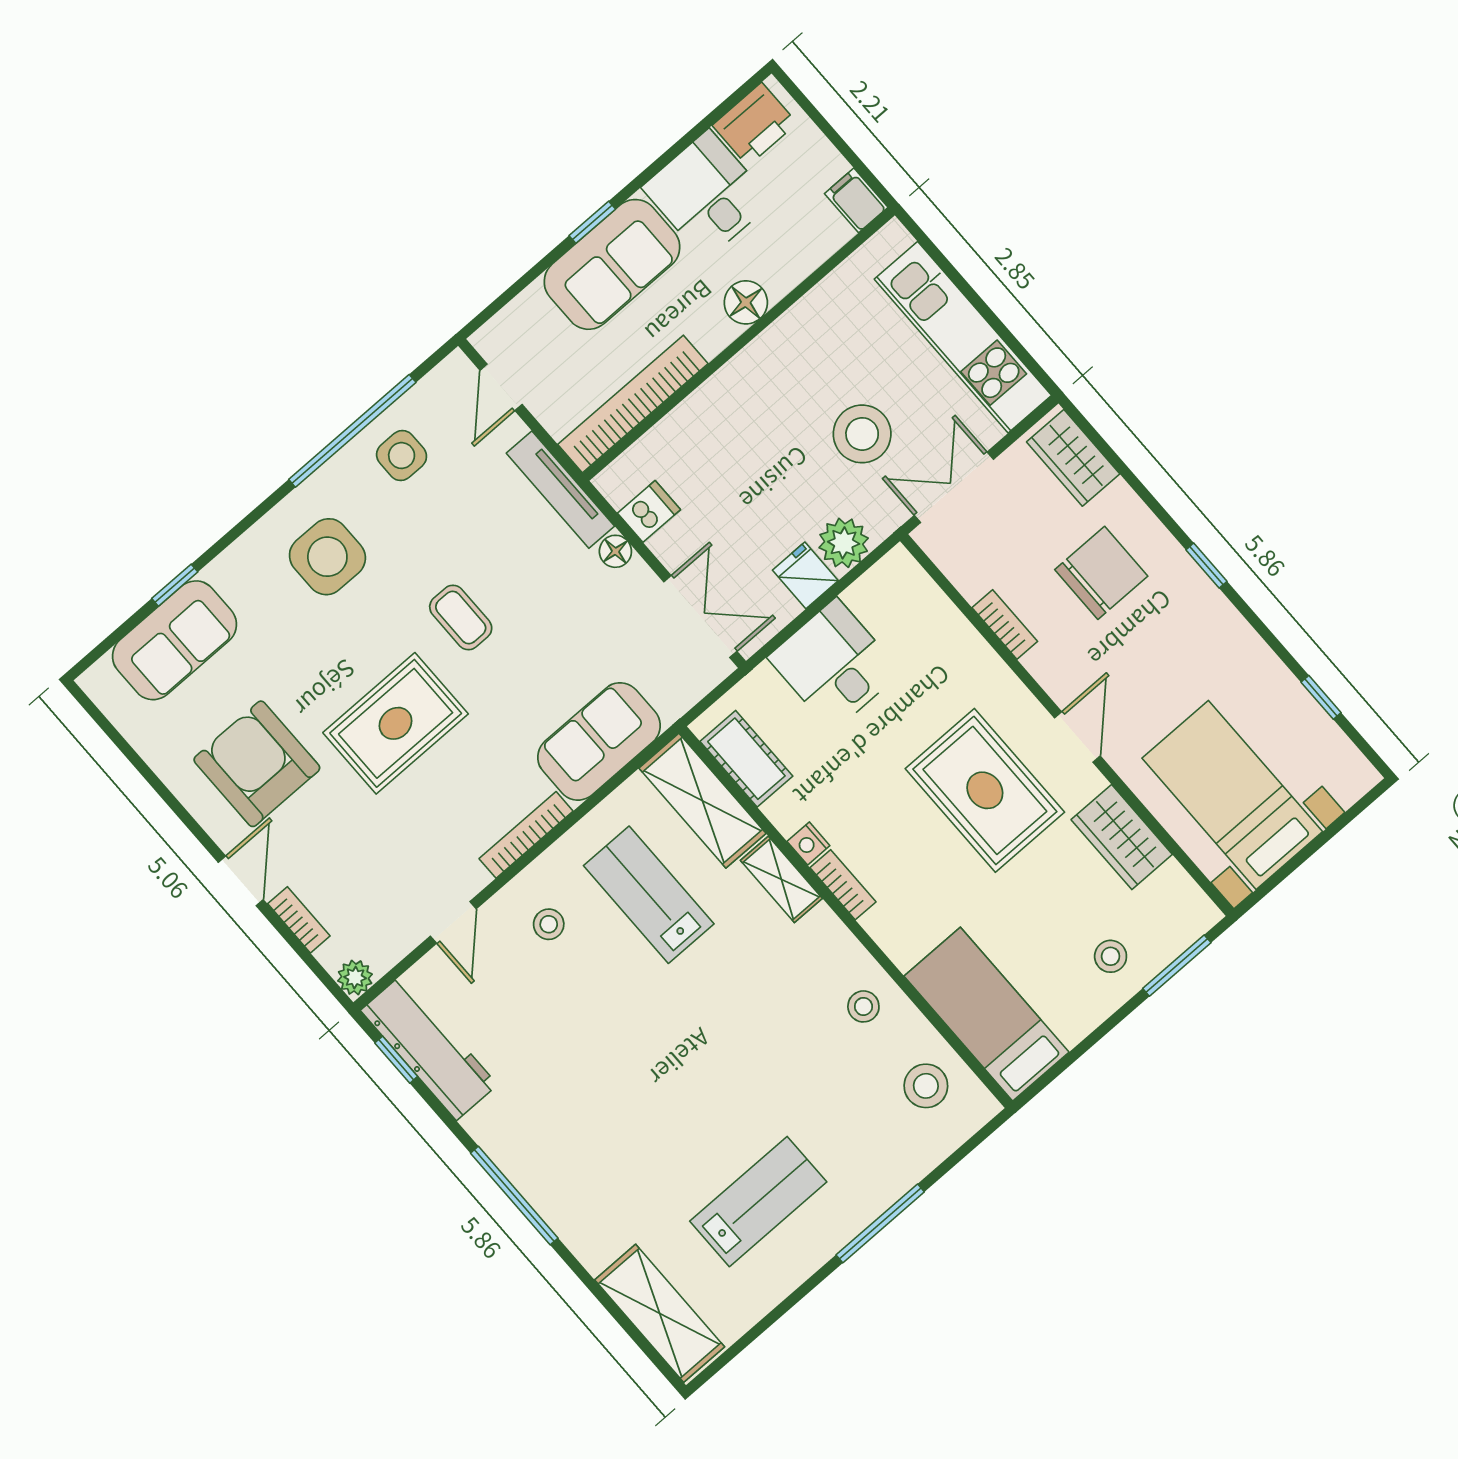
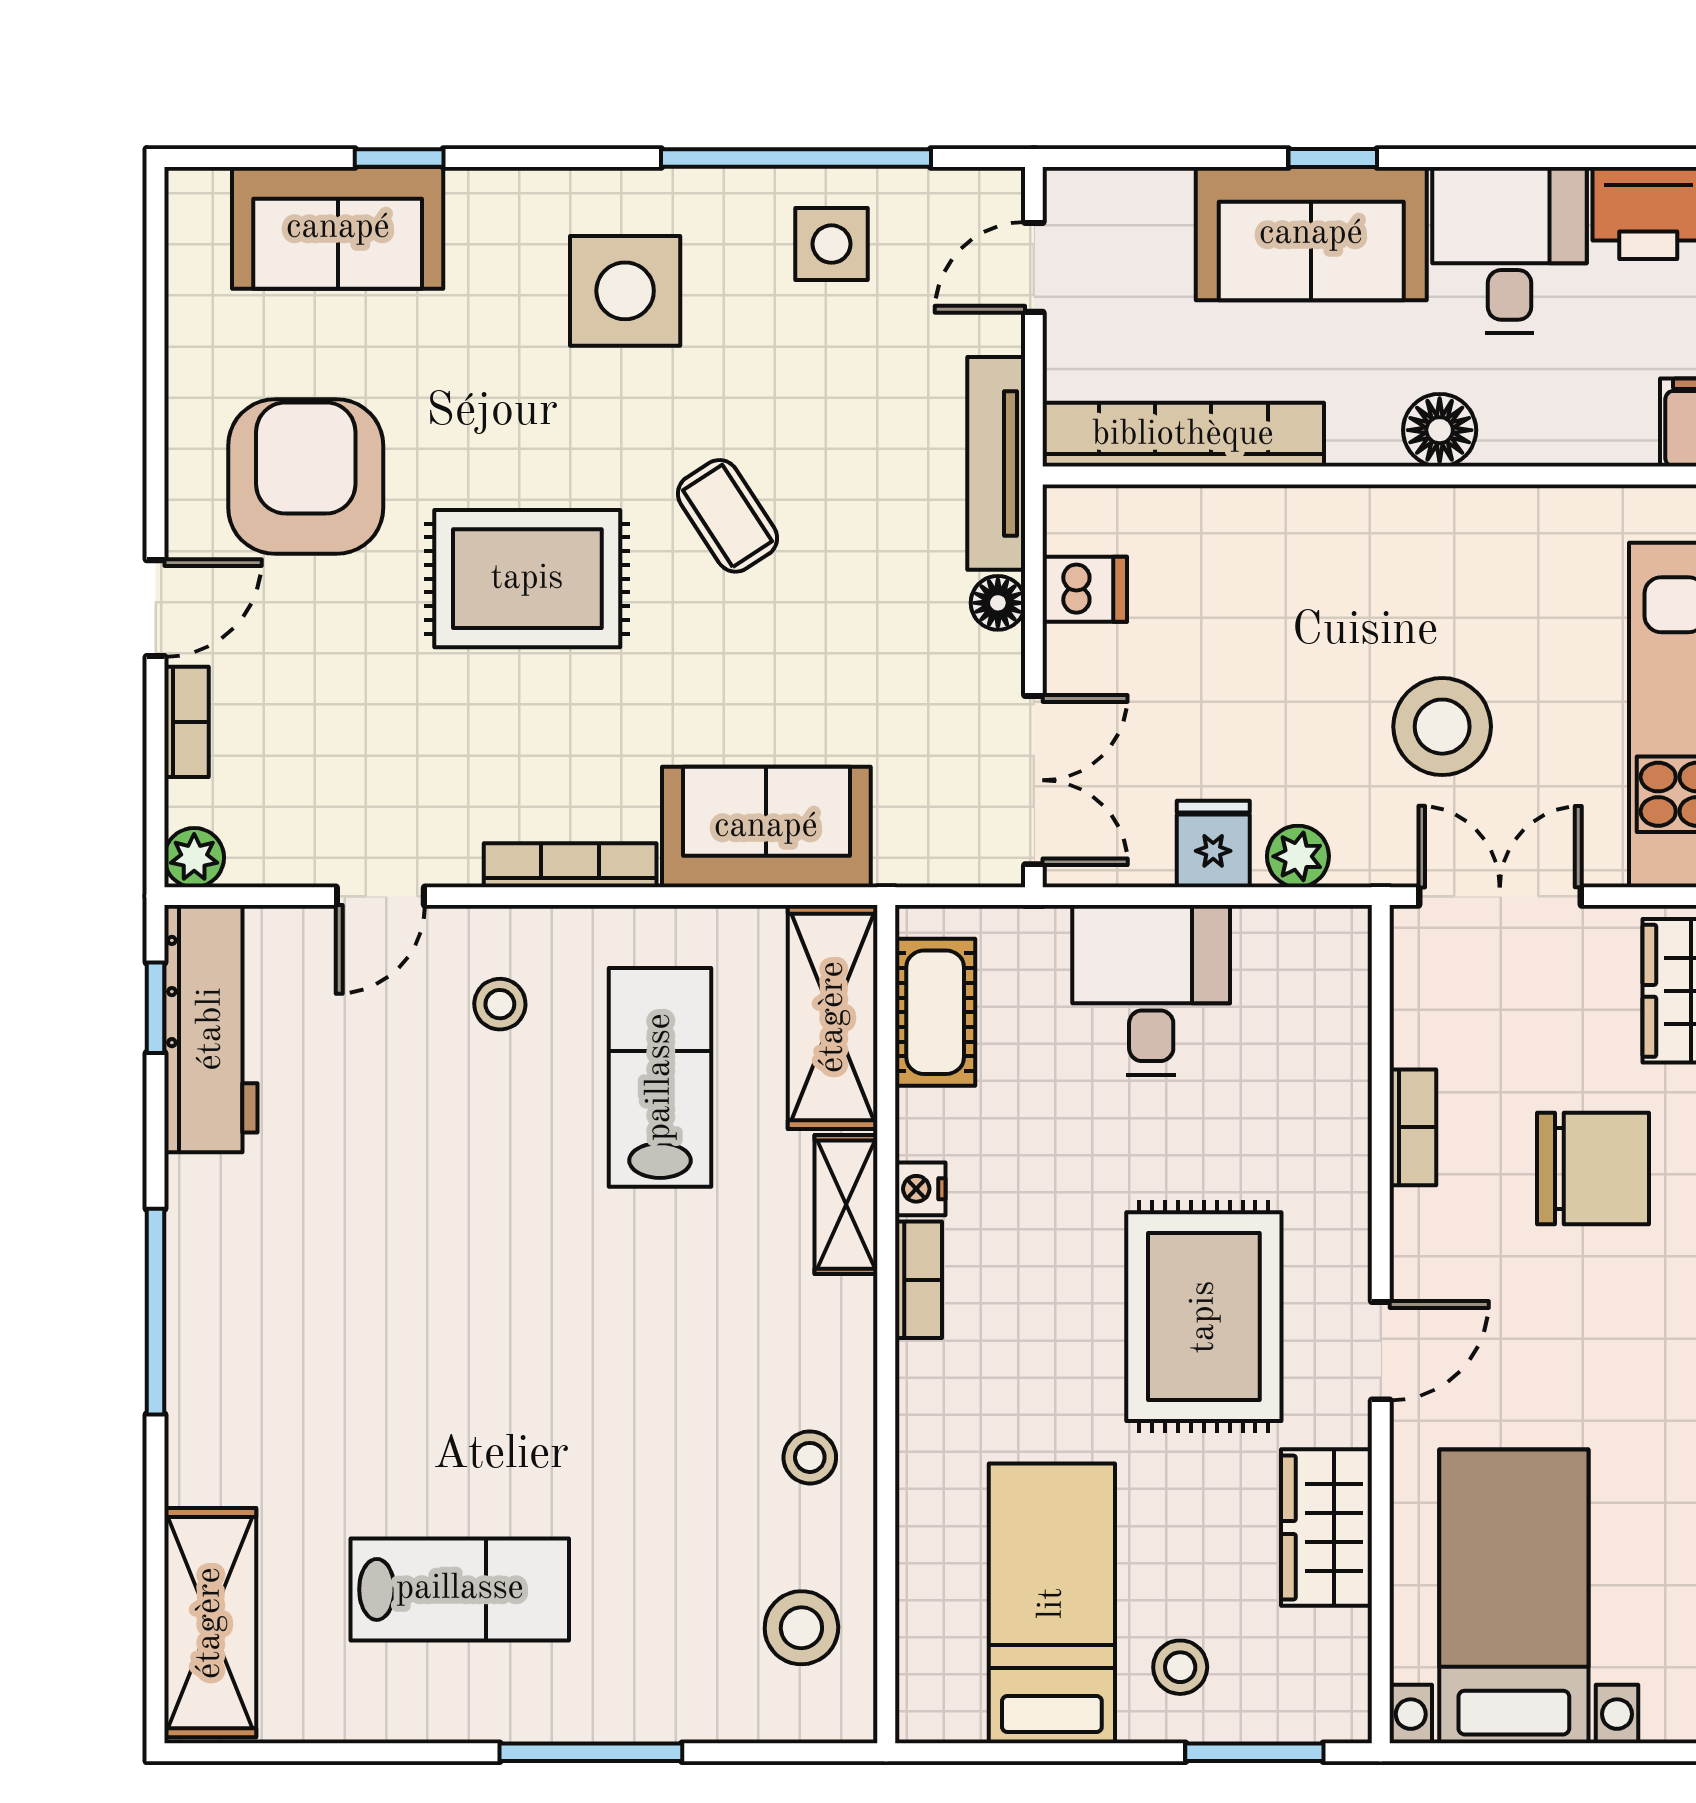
plant: (844, 543) -> (1298, 856), width x0.73, depth x0.73
coffee table: (461, 617) -> (727, 516), turned -33
bed: (987, 1014) -> (1052, 1603), moved

